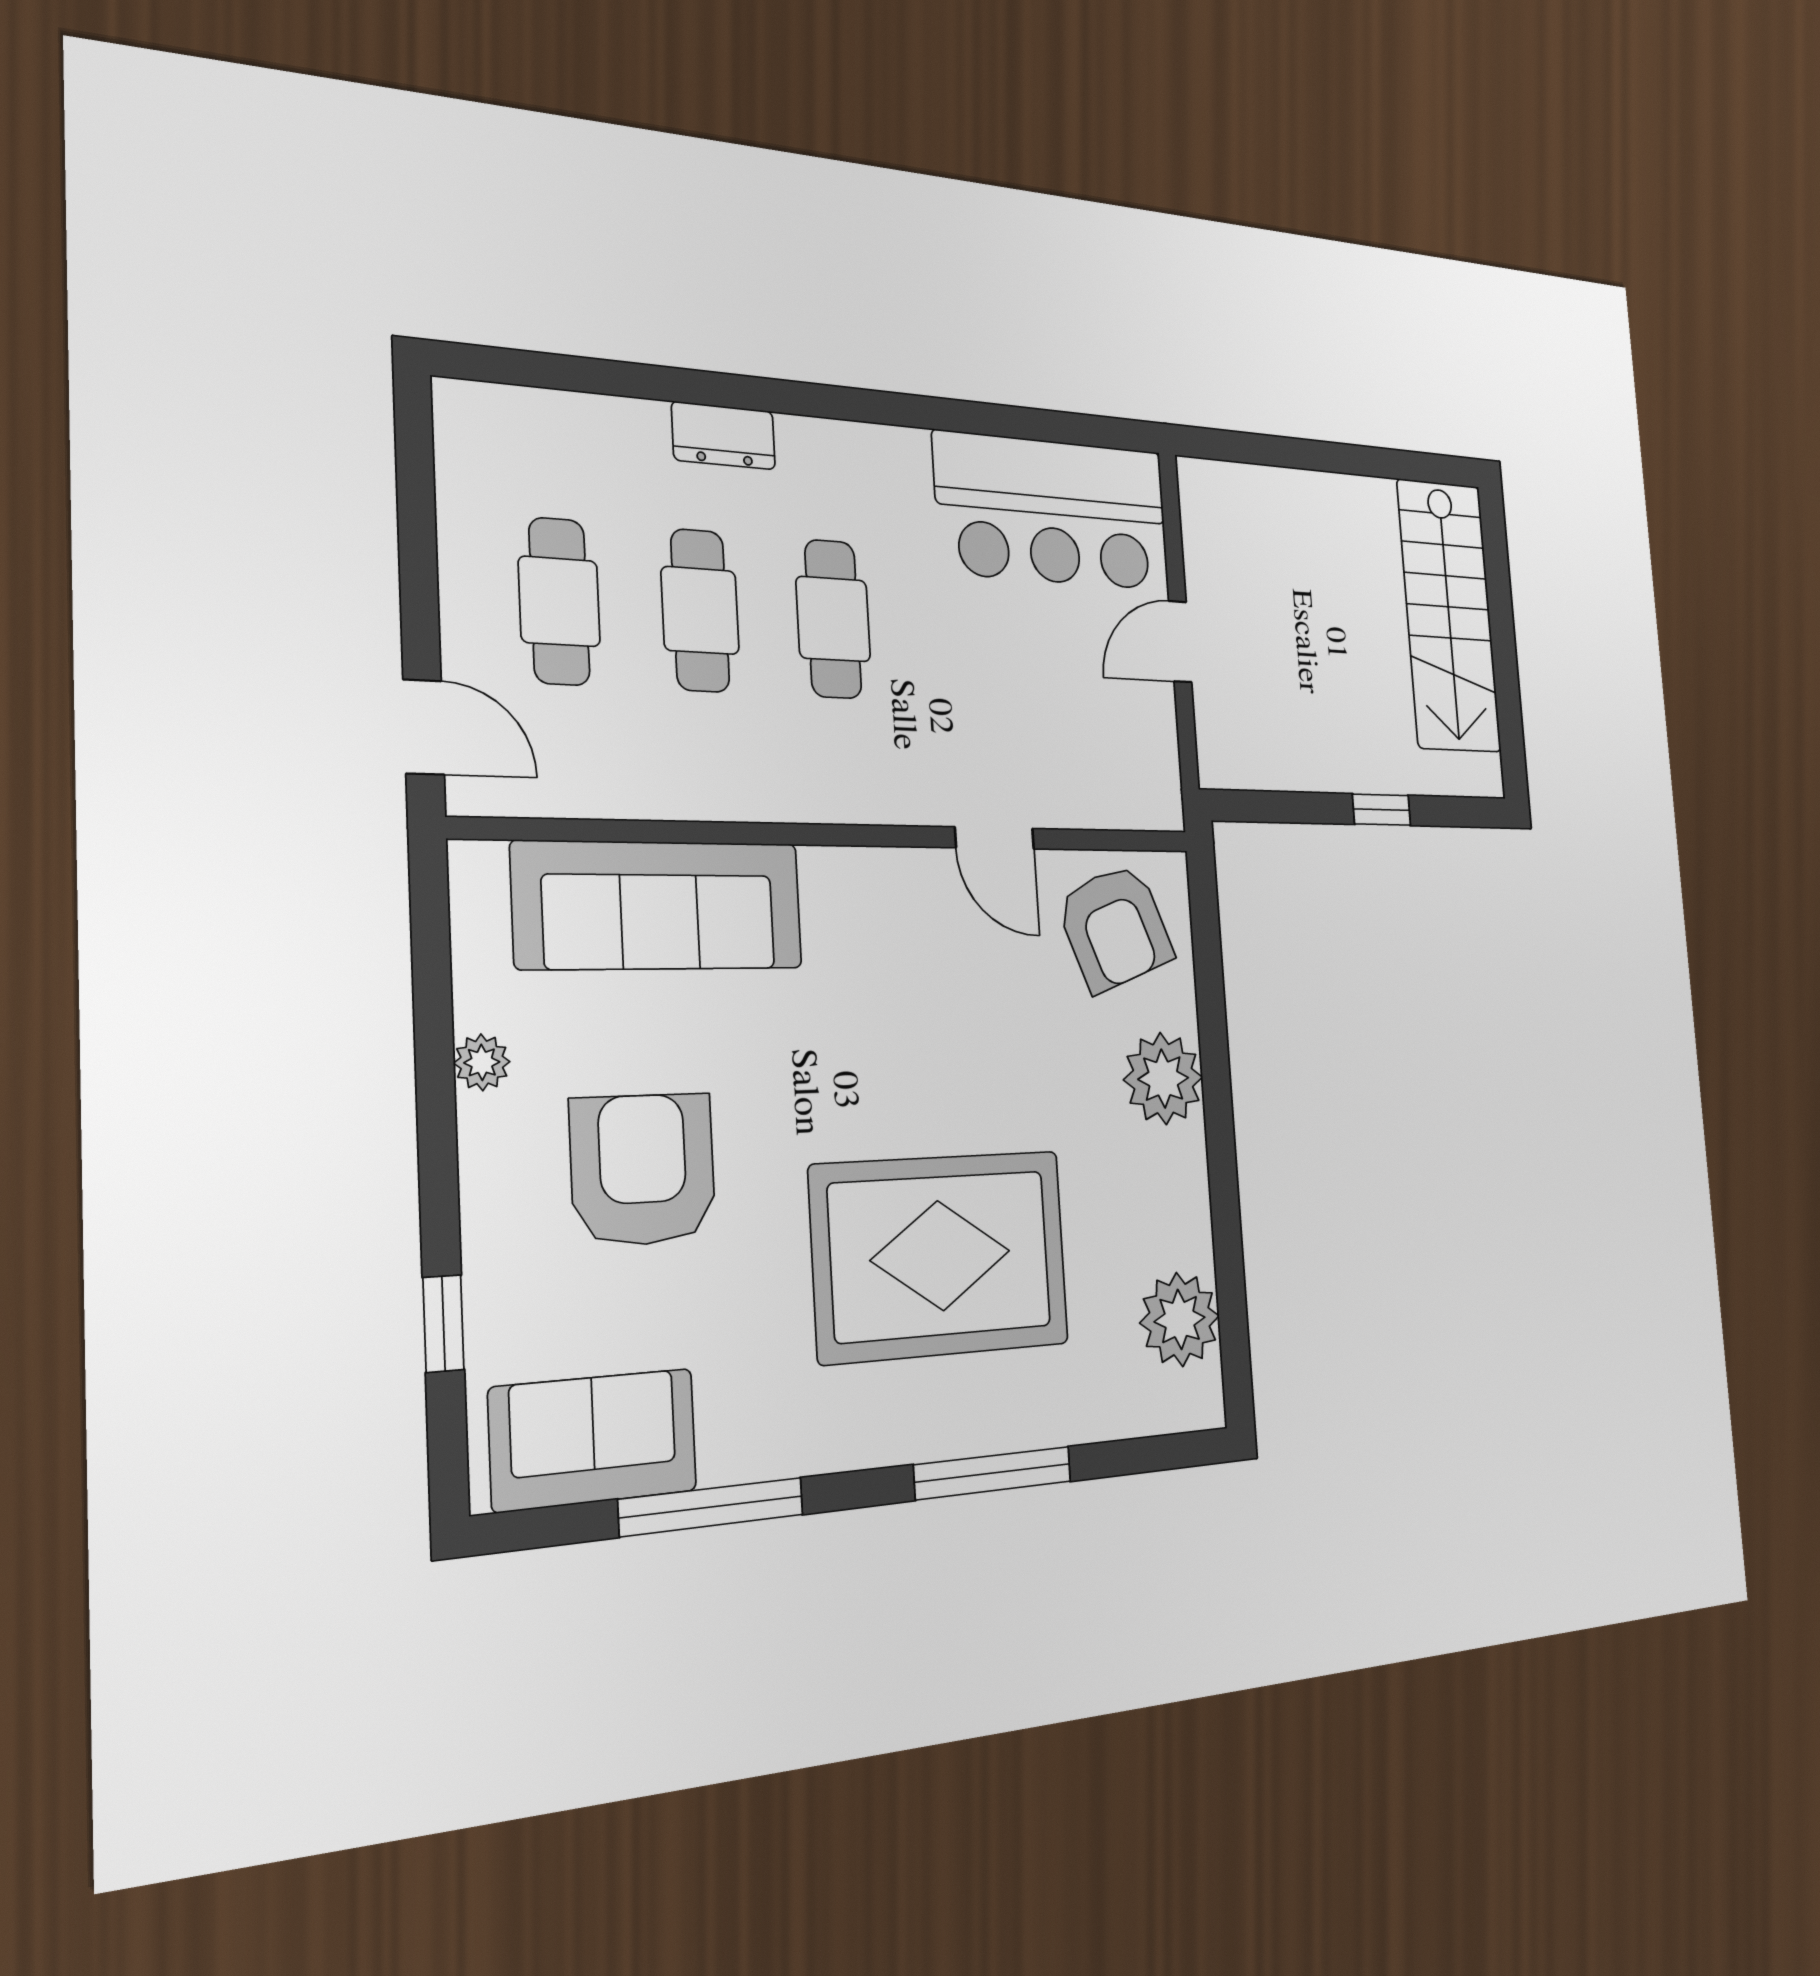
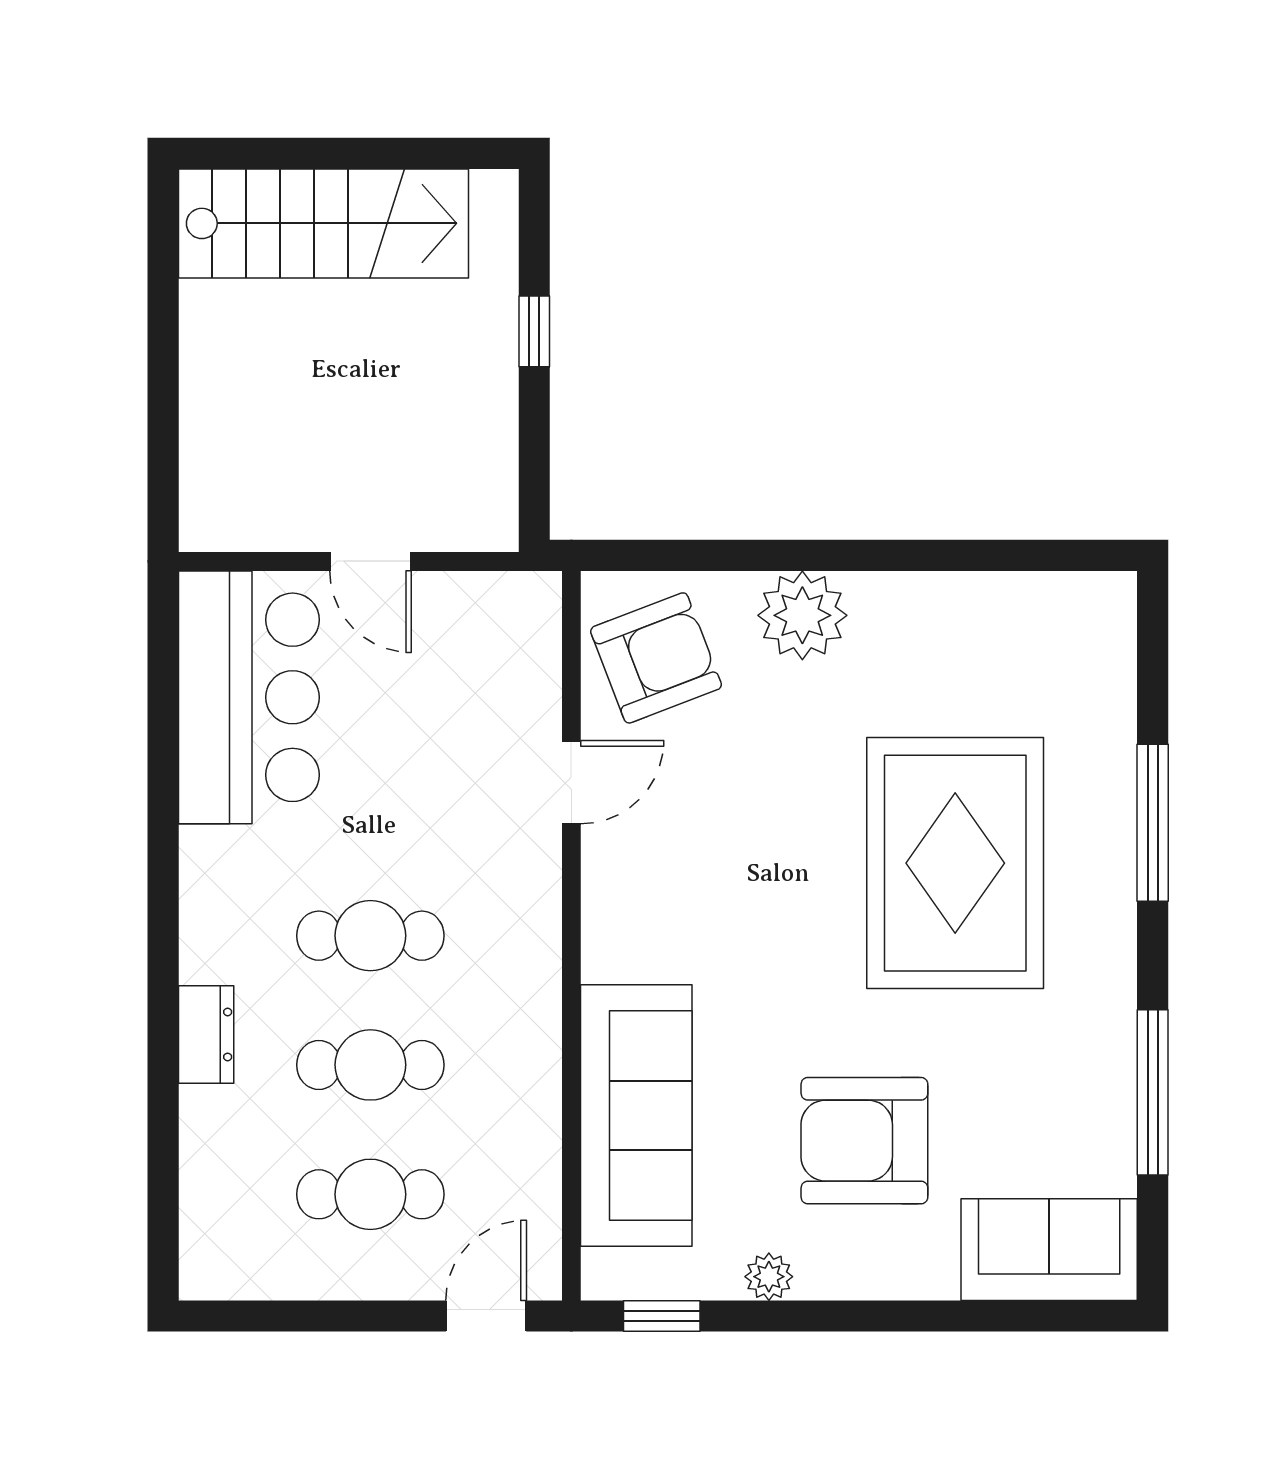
plant: (1180, 1319) -> (1031, 615), removed
window: (443, 1324) -> (662, 1316), moved
sofa: (593, 1440) -> (1049, 1250), moved, turned 90

